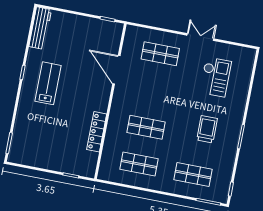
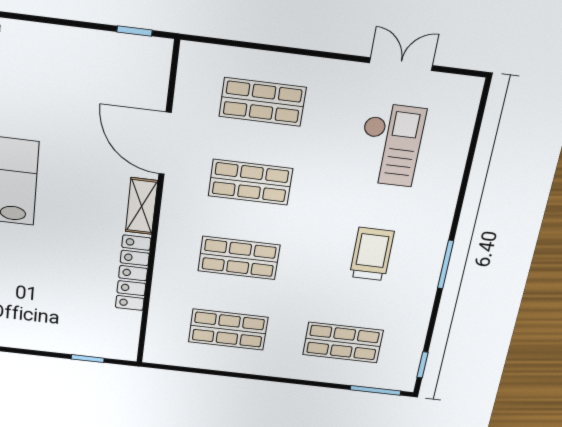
double door: (200, 37) -> (401, 64), moved
shop shelf: (153, 90) -> (250, 182), added
shelving: (103, 99) -> (141, 206), added

